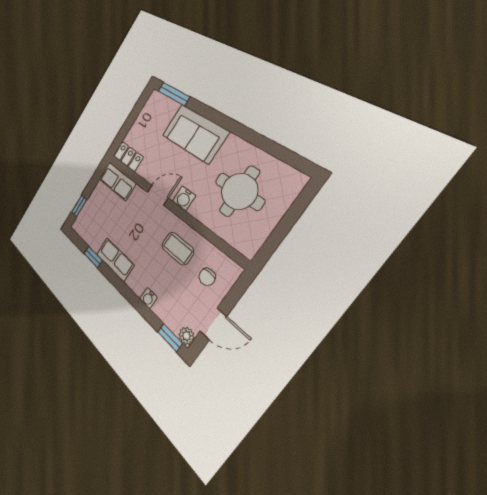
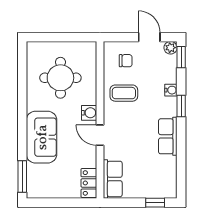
coffee table: (178, 248) -> (124, 93), turned 90
window: (93, 257) -> (181, 106), moved

